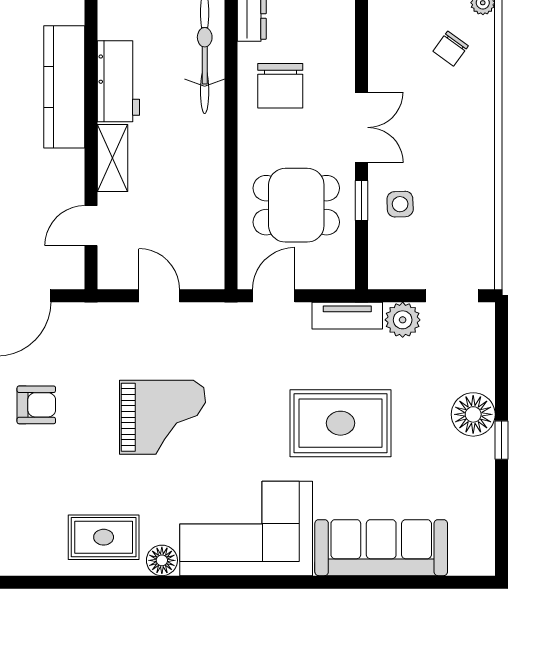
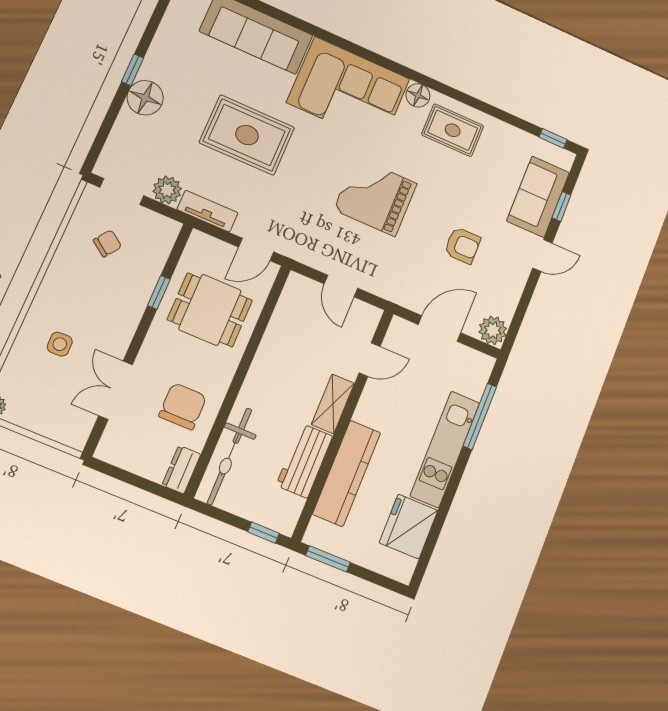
chair: (451, 49) -> (107, 243), moved
double door: (361, 127) -> (116, 390), moved
side table: (400, 204) -> (60, 344), moved
armchair: (36, 405) -> (462, 245), turned 180

